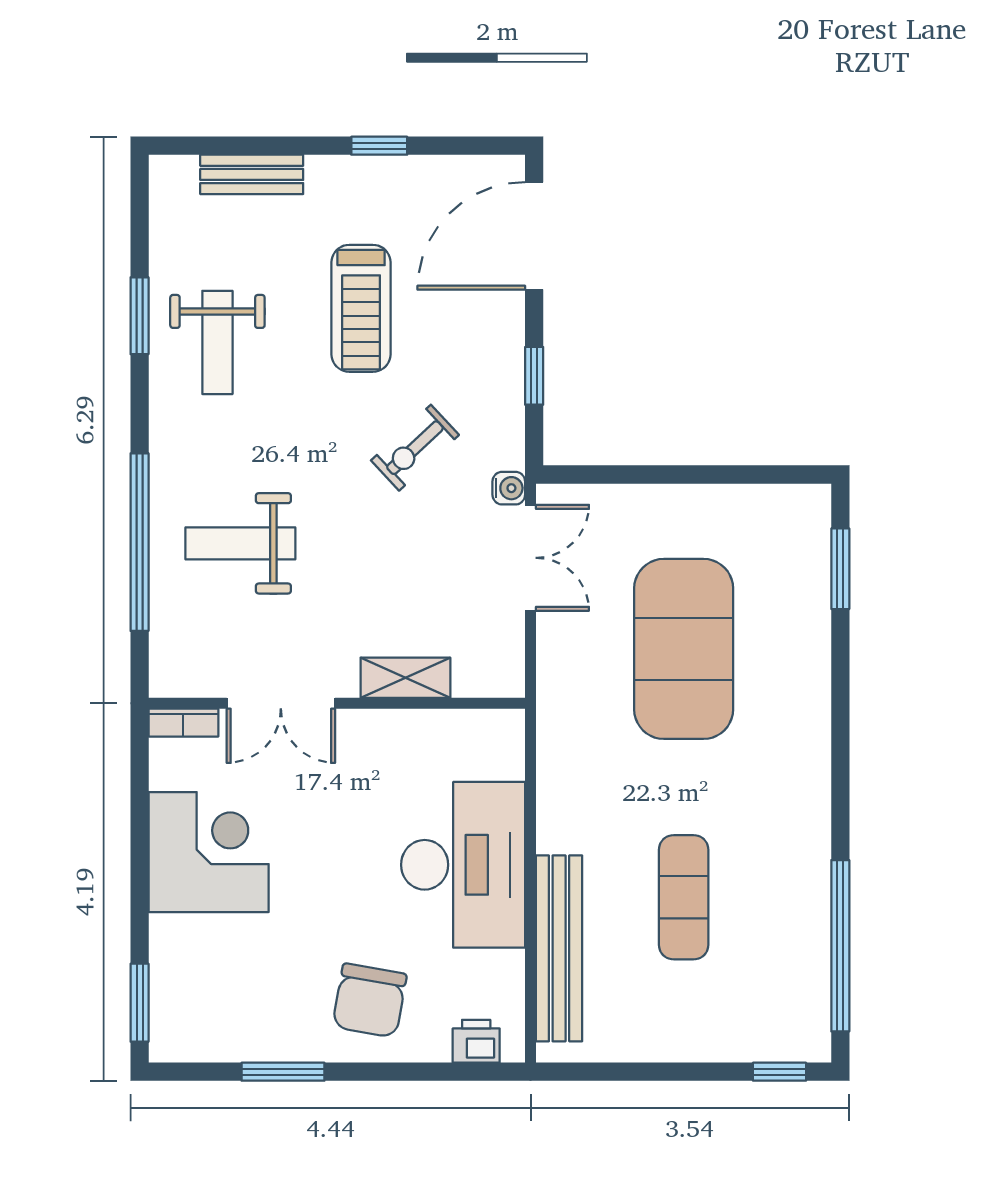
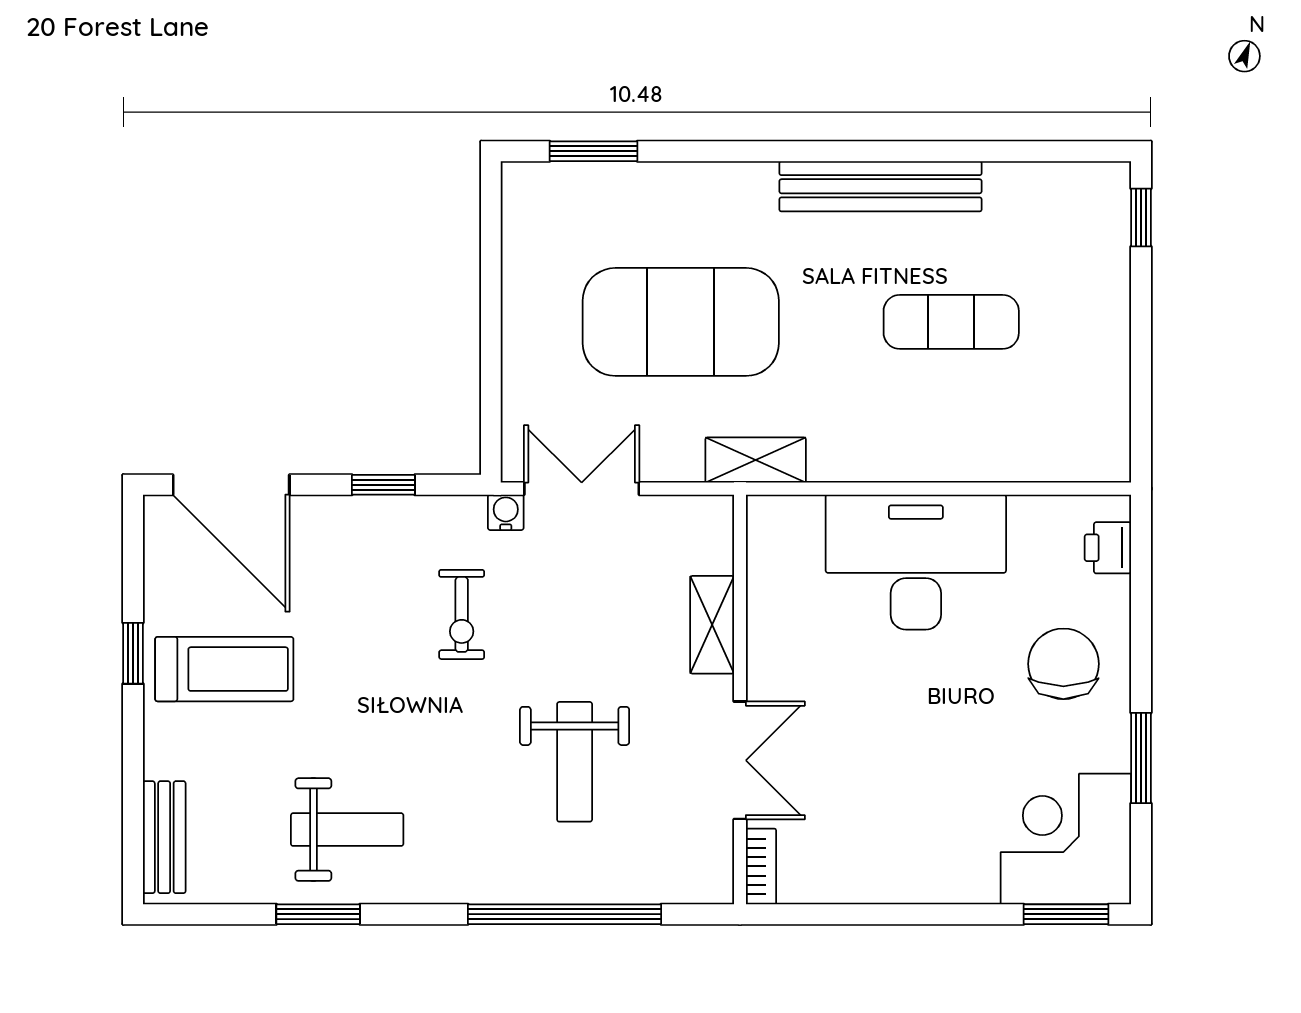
bench: (252, 174) -> (164, 837), moved
treadmill: (361, 308) -> (224, 669), moved
exercise bike: (415, 448) -> (462, 614), turned 43
weight bench: (240, 543) -> (575, 762), moved
shelving: (557, 718) -> (756, 460), added
corner desk: (209, 852) -> (1066, 839), moved
window: (840, 946) -> (1004, 151), removed
bench: (559, 948) -> (880, 186), moved
chair: (370, 1000) -> (1063, 664), turned -100

